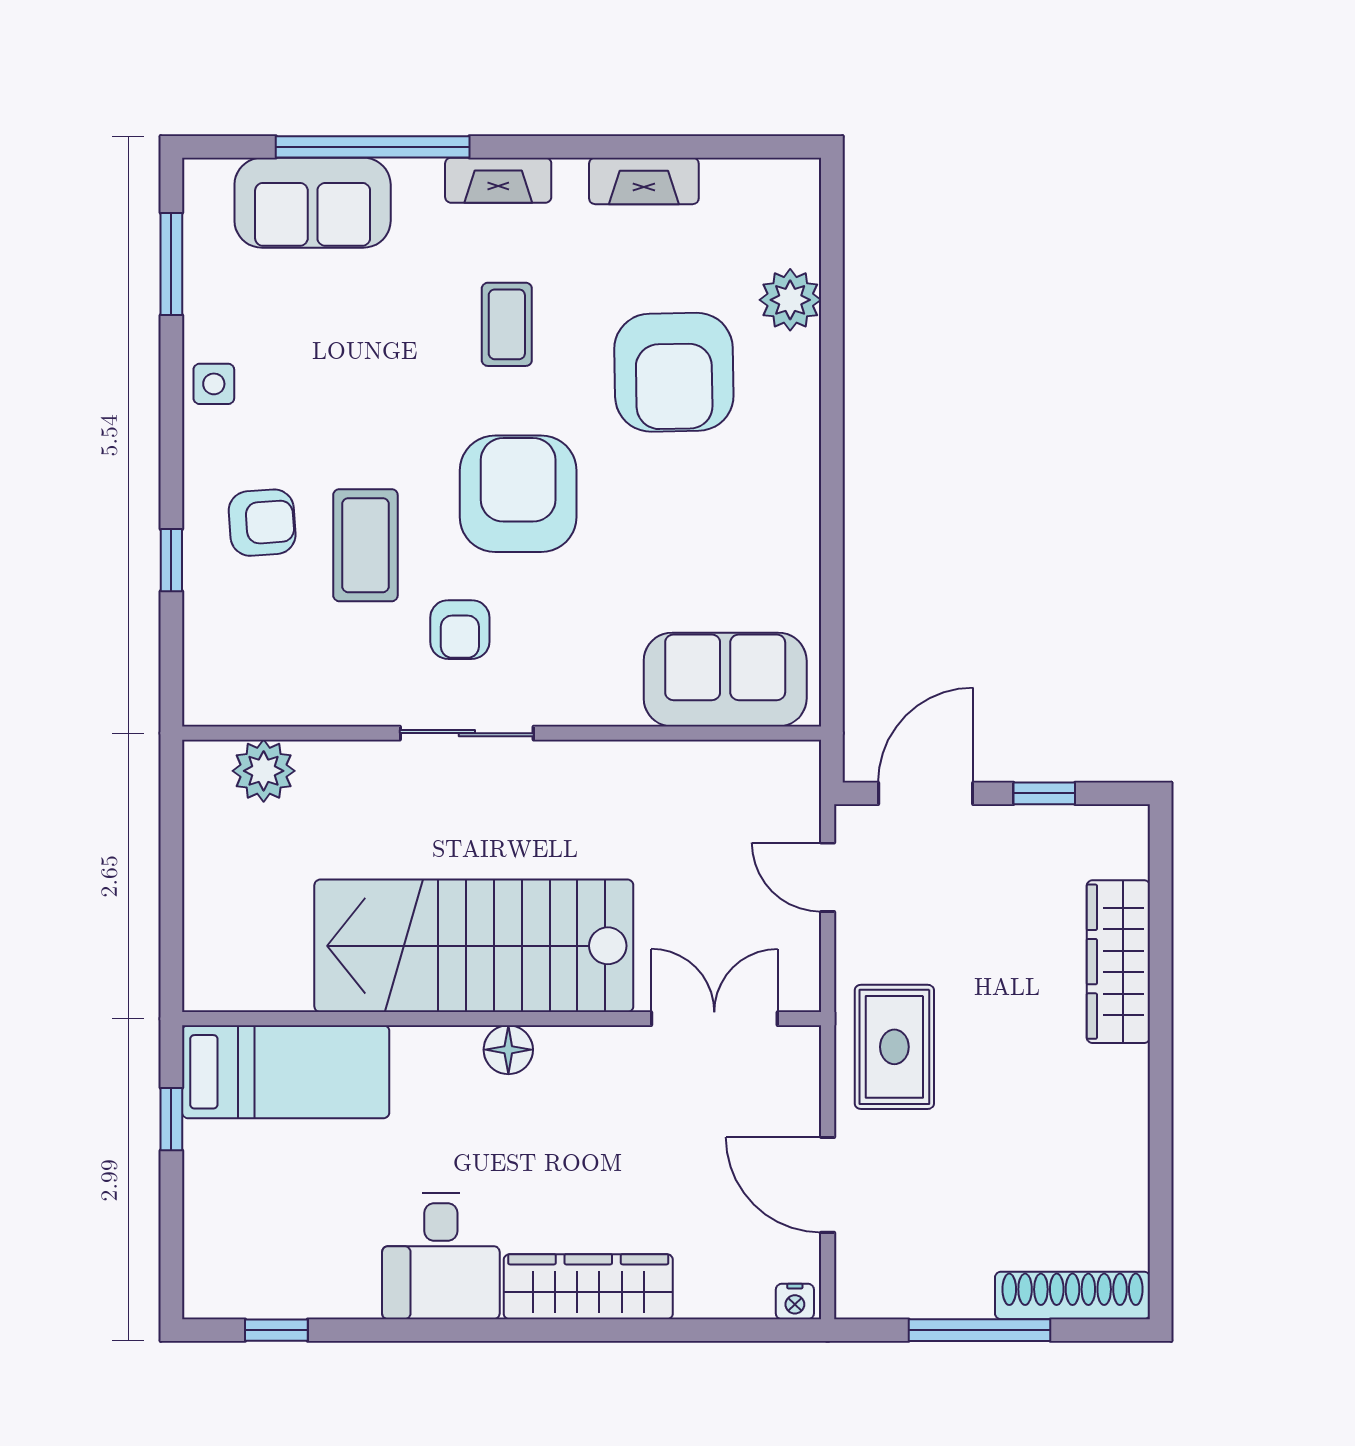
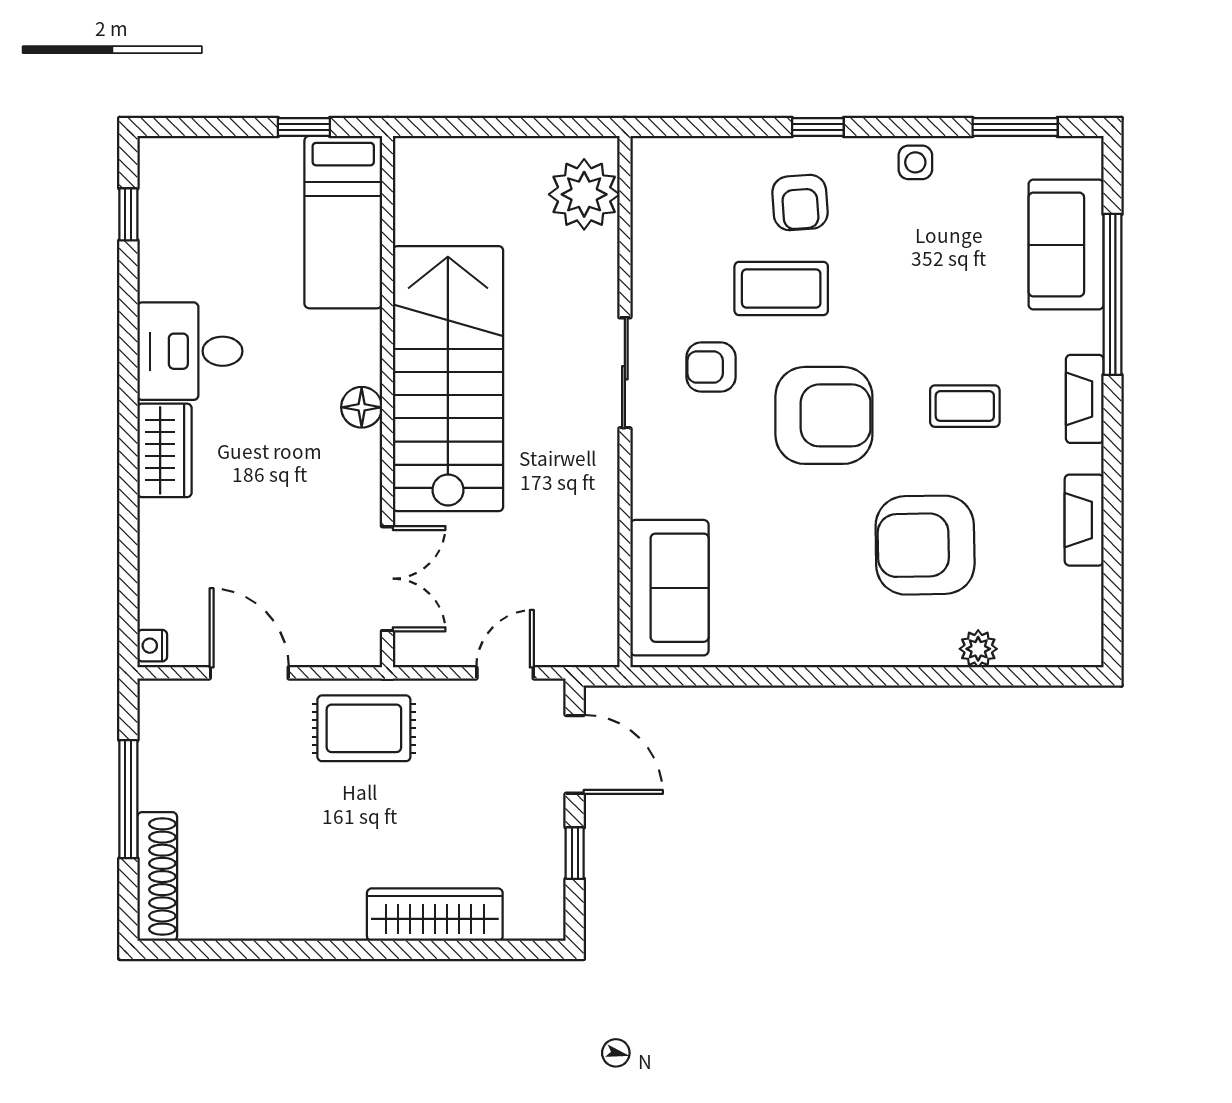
plant: (790, 300) -> (978, 649), width x0.73, depth x0.73
window: (171, 560) -> (818, 127), moved
plant: (264, 771) -> (584, 194), width x1.36, depth x1.36
door: (828, 1185) -> (249, 673), hinge flipped
wardrobe: (588, 1287) -> (164, 450), width x0.67

